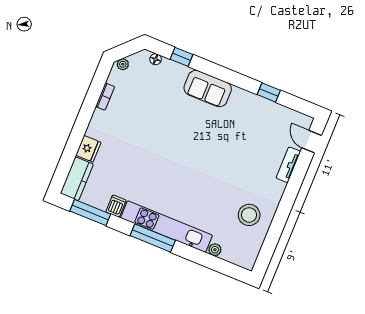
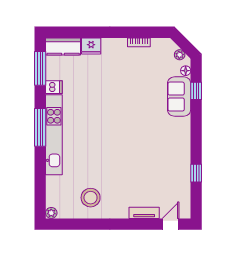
plant: (123, 64) -> (180, 55), moved
sofa: (208, 89) -> (179, 97), moved
plant: (215, 250) -> (51, 213), moved

